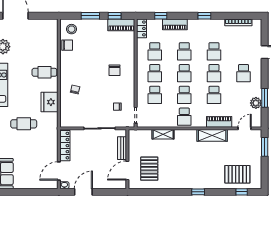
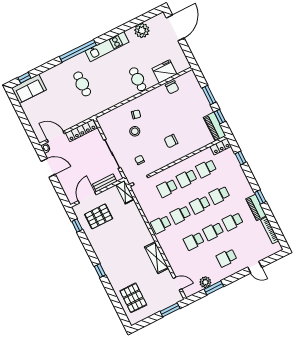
piano: (175, 24) -> (256, 207), moved
stool: (72, 29) -> (135, 131), moved
fridge: (50, 102) -> (165, 71), moved
piano: (219, 122) -> (172, 258), removed
shelving: (163, 134) -> (125, 192), moved
door: (127, 170) -> (87, 198), hinge flipped
window: (242, 192) -> (77, 225), moved

